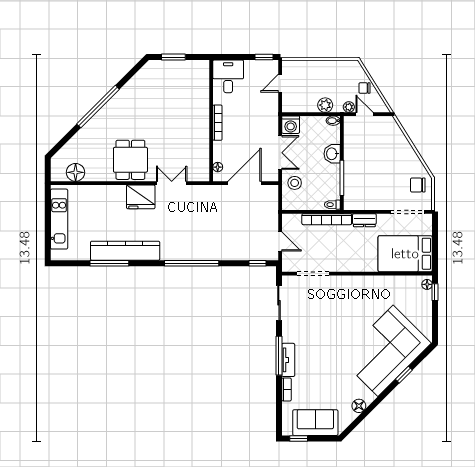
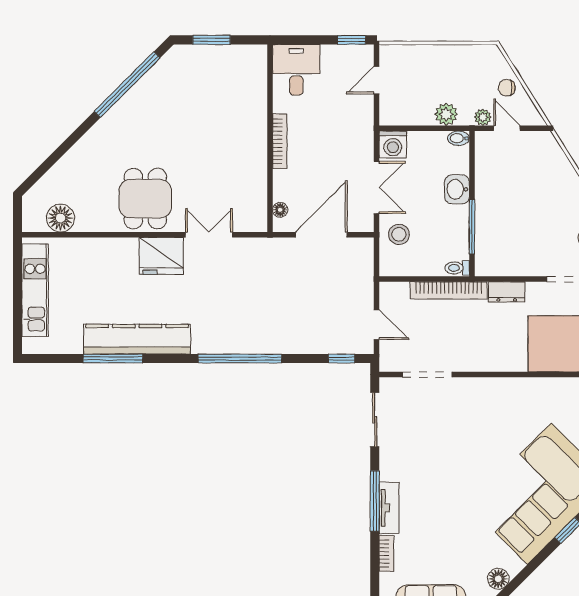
window: (98, 107) -> (127, 85), moved

